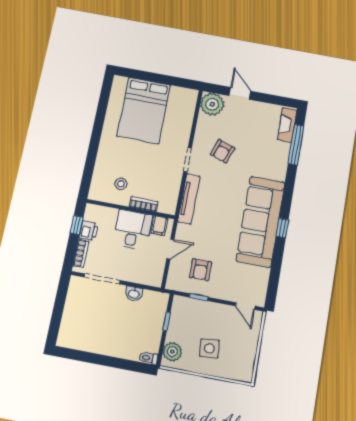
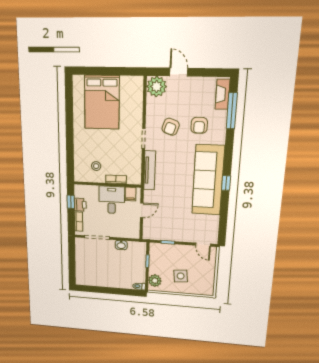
armchair: (201, 270) -> (199, 125), moved

